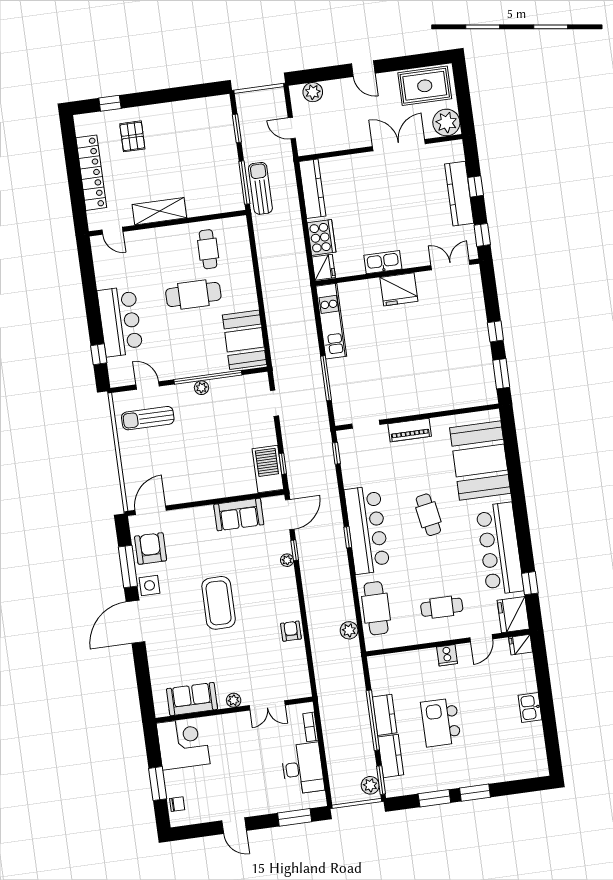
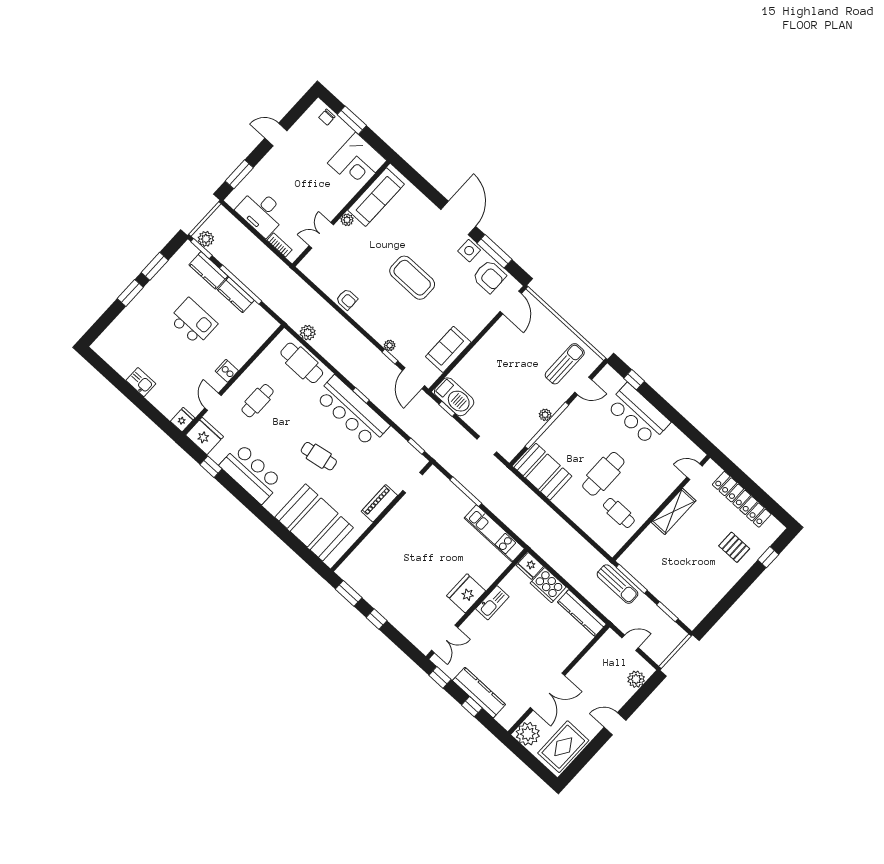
bar counter: (500, 549) -> (251, 473), width x0.73
sofa: (192, 699) -> (376, 197), width x1.36

